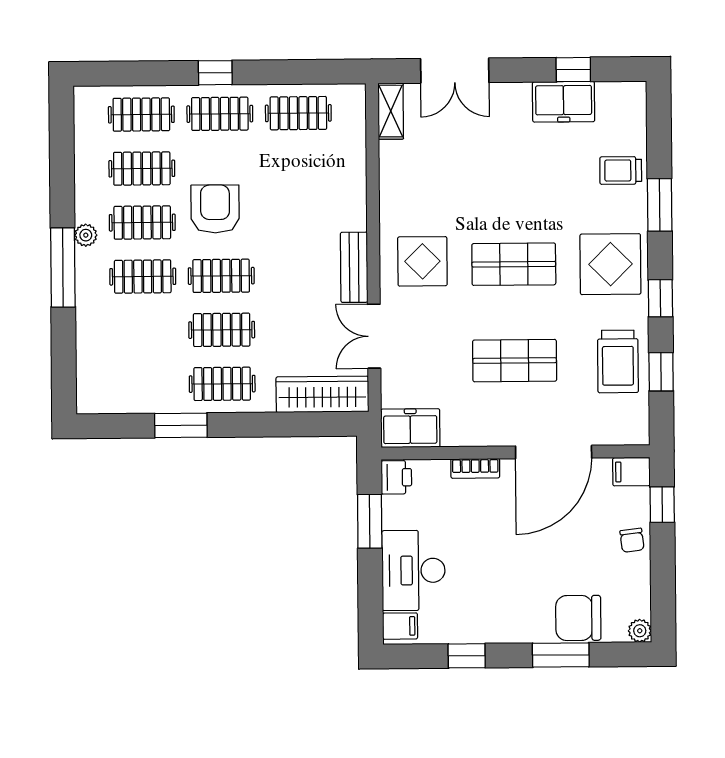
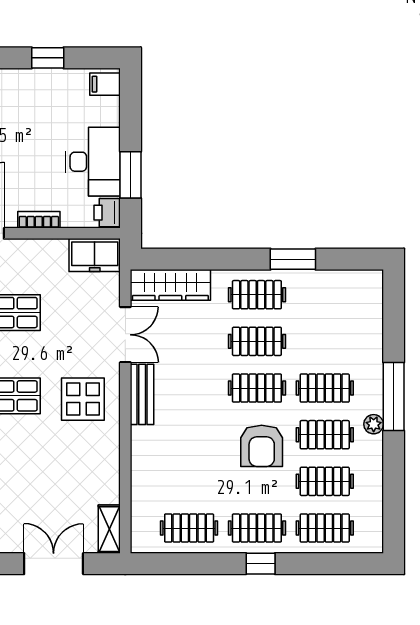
desk: (413, 570) -> (93, 162), moved

